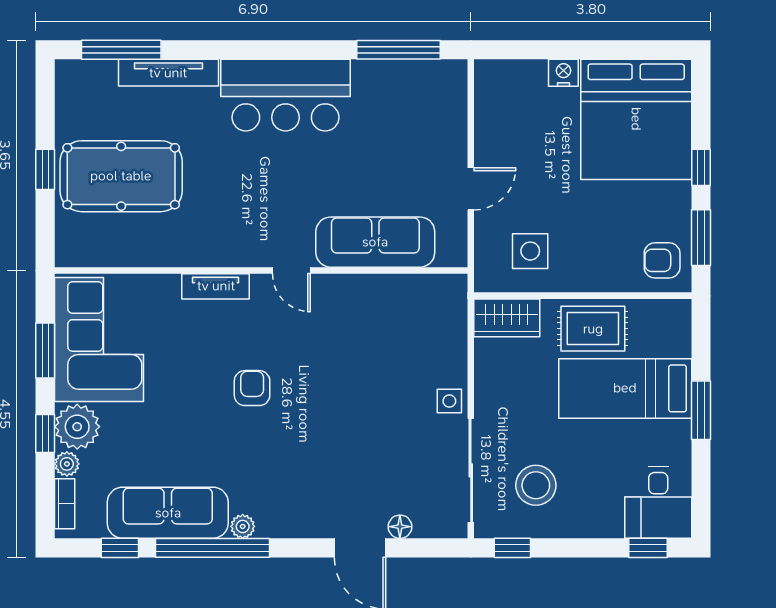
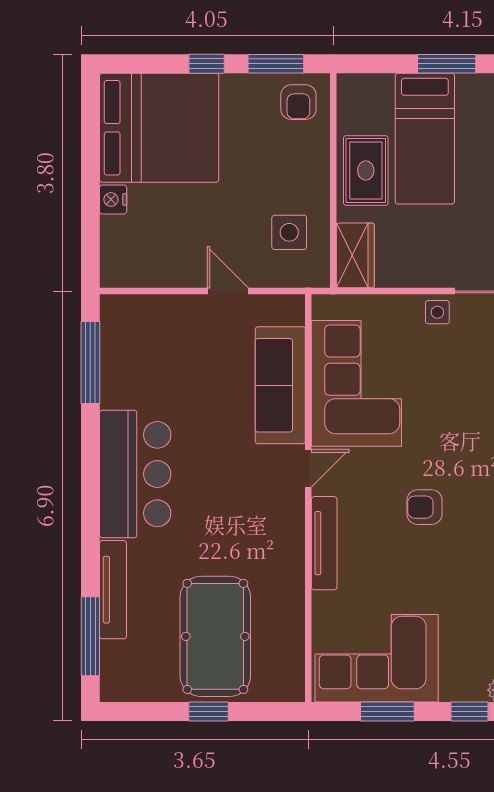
tv unit: (216, 286) -> (324, 543), width x1.41
corner sofa: (377, 319) -> (356, 383), added
plant: (77, 427) -> (463, 680), removed

